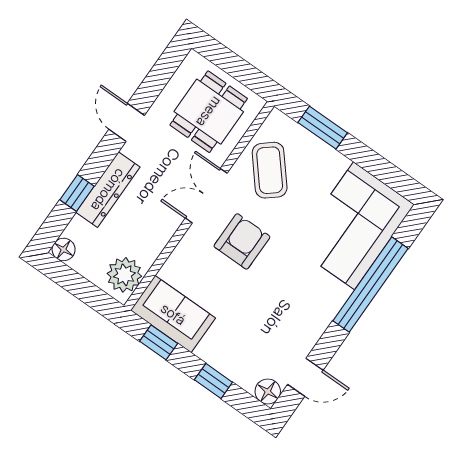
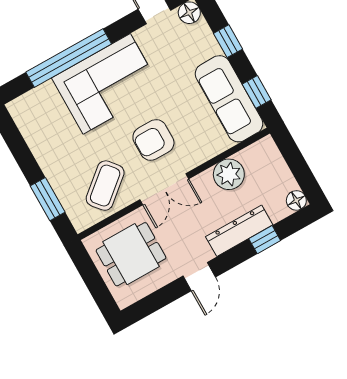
corner sofa: (354, 226) -> (107, 84), moved
plant: (124, 275) -> (229, 174), moved
sofa: (173, 314) -> (229, 99), width x1.36

